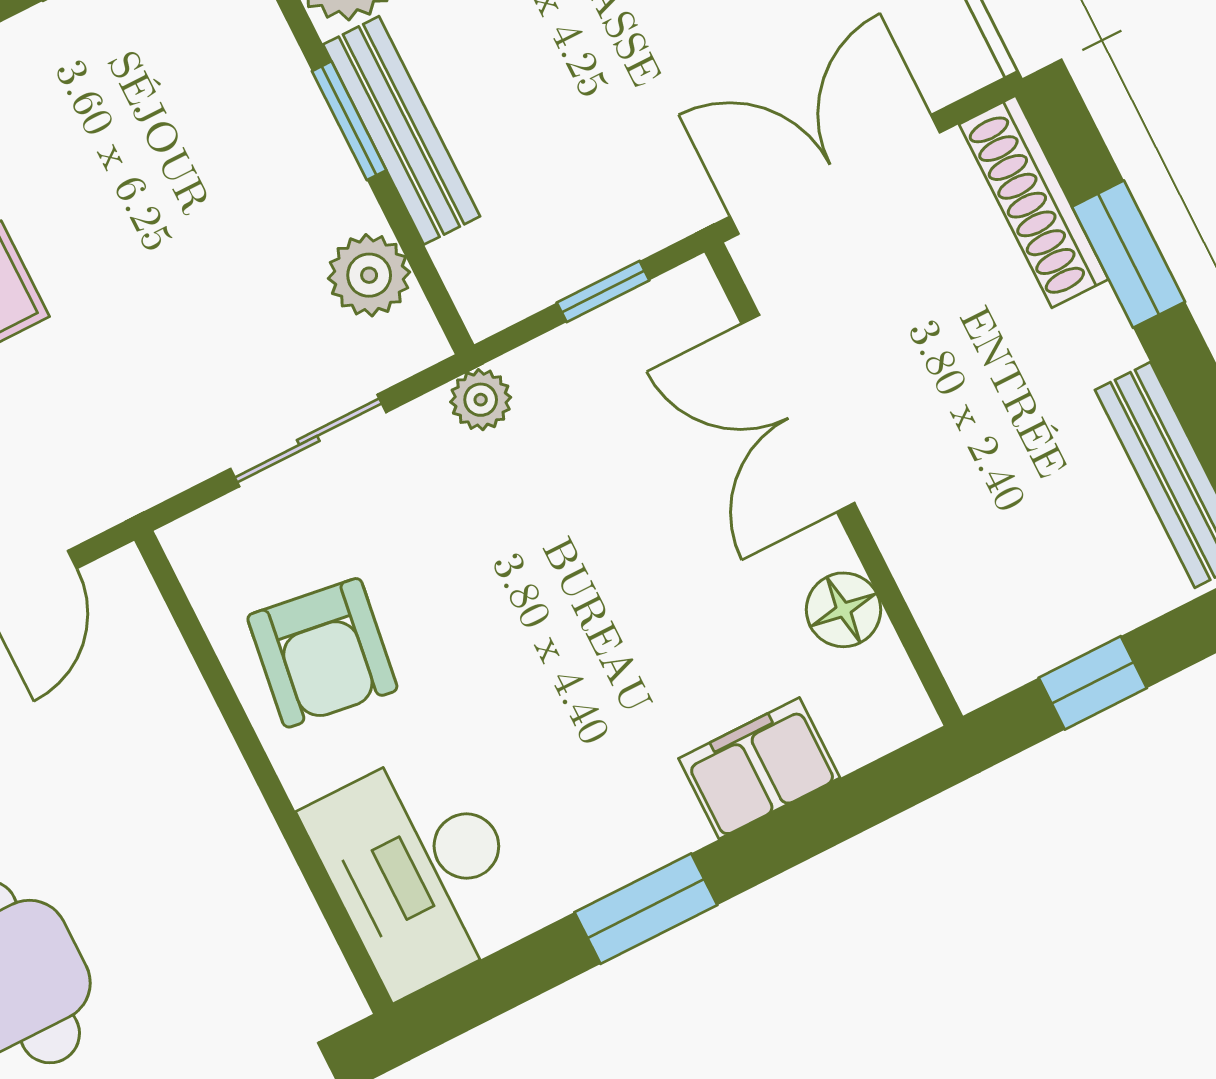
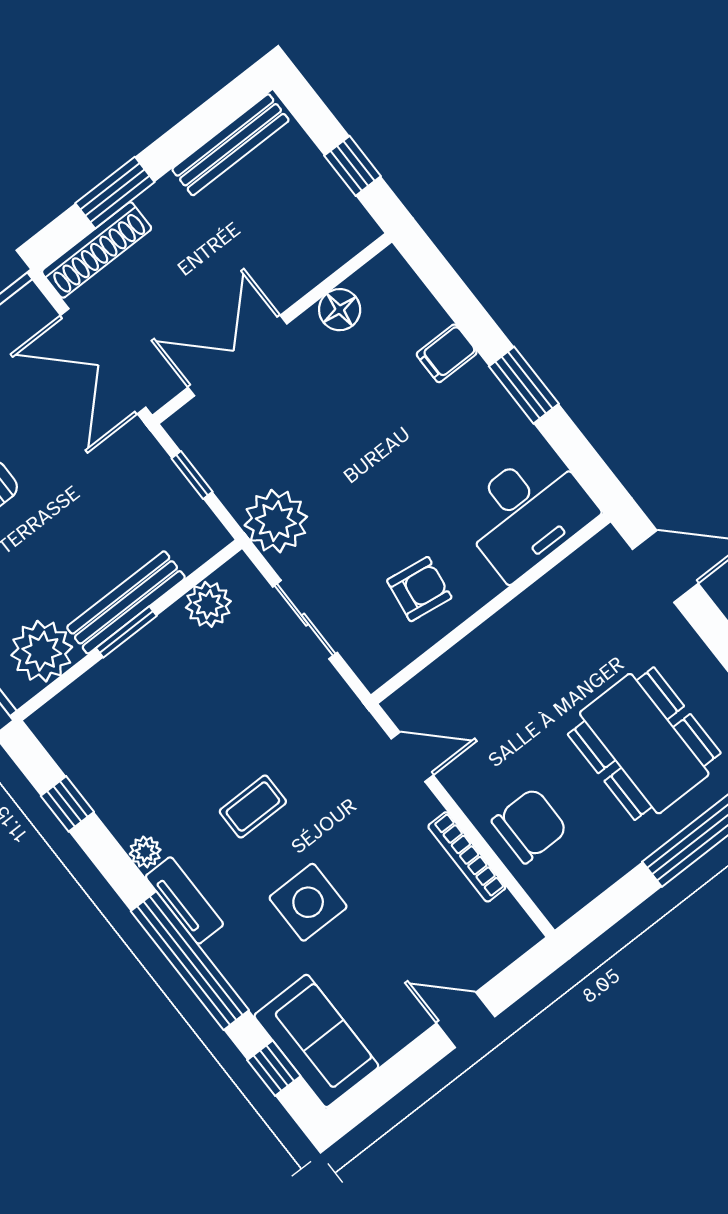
plant: (481, 400) -> (276, 521), width x1.88, depth x1.88
double door: (798, 413) -> (237, 356), swing flipped
armchair: (322, 653) -> (419, 589), width x0.72, depth x0.72
filing cabinet: (759, 768) -> (447, 353), width x0.50

